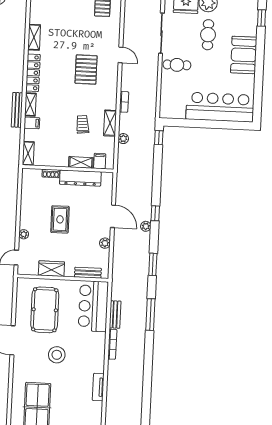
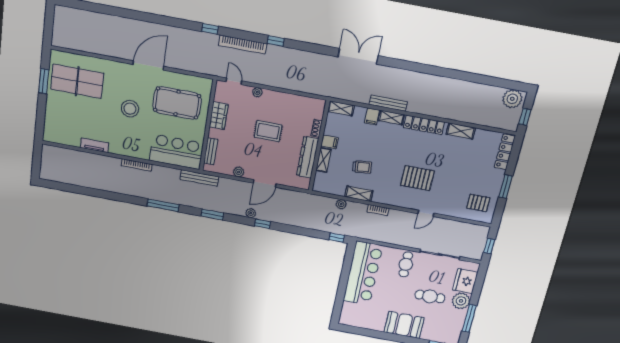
bar counter: (220, 107) -> (363, 273), moved
filing cabinet: (100, 161) -> (330, 142), moved
bench: (115, 314) -> (199, 178), moved, width x1.36

